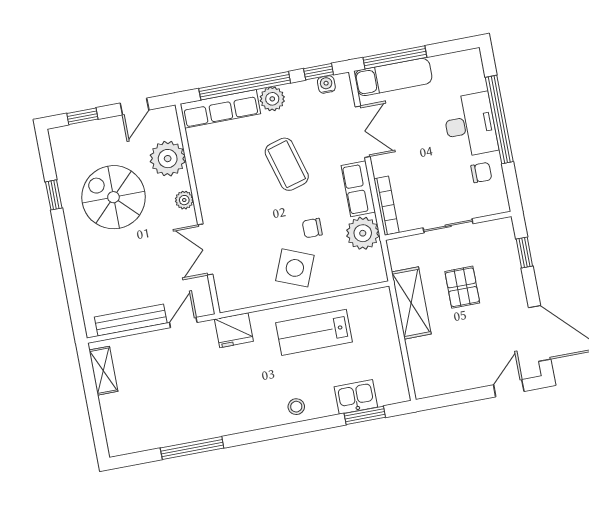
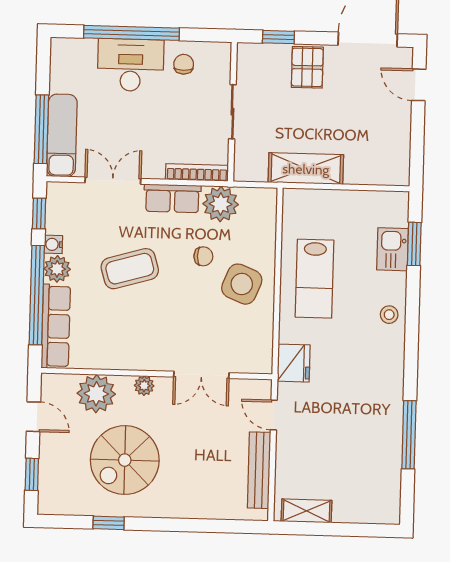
water cooler: (326, 84) -> (53, 244), moved
chair: (312, 228) -> (203, 256), turned -90
pallet: (462, 287) -> (307, 67), moved, turned 90

